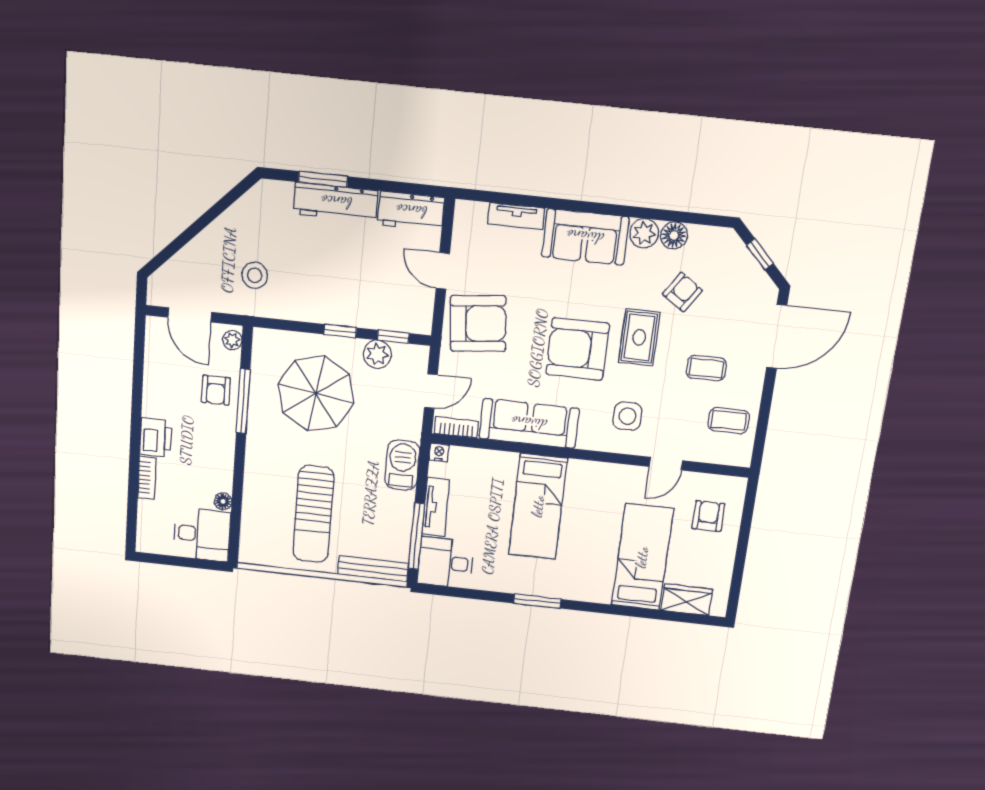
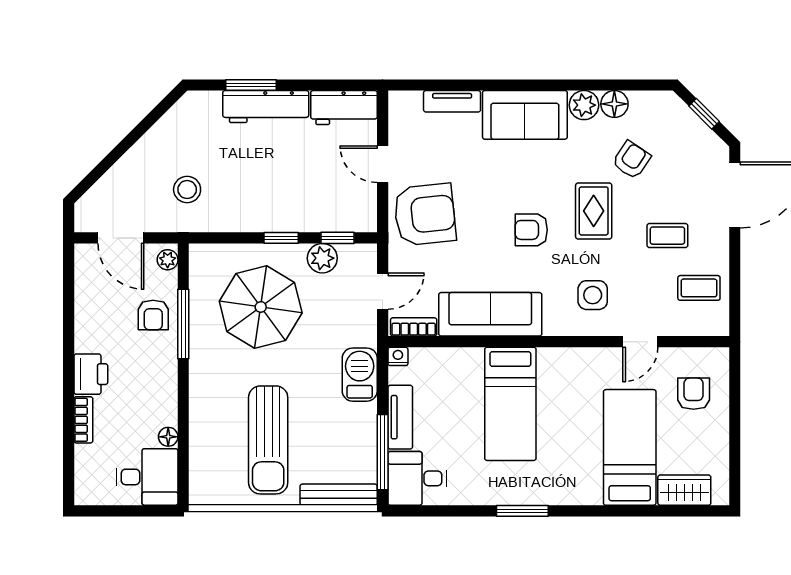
armchair: (577, 349) -> (531, 230), width x0.53, depth x0.53

